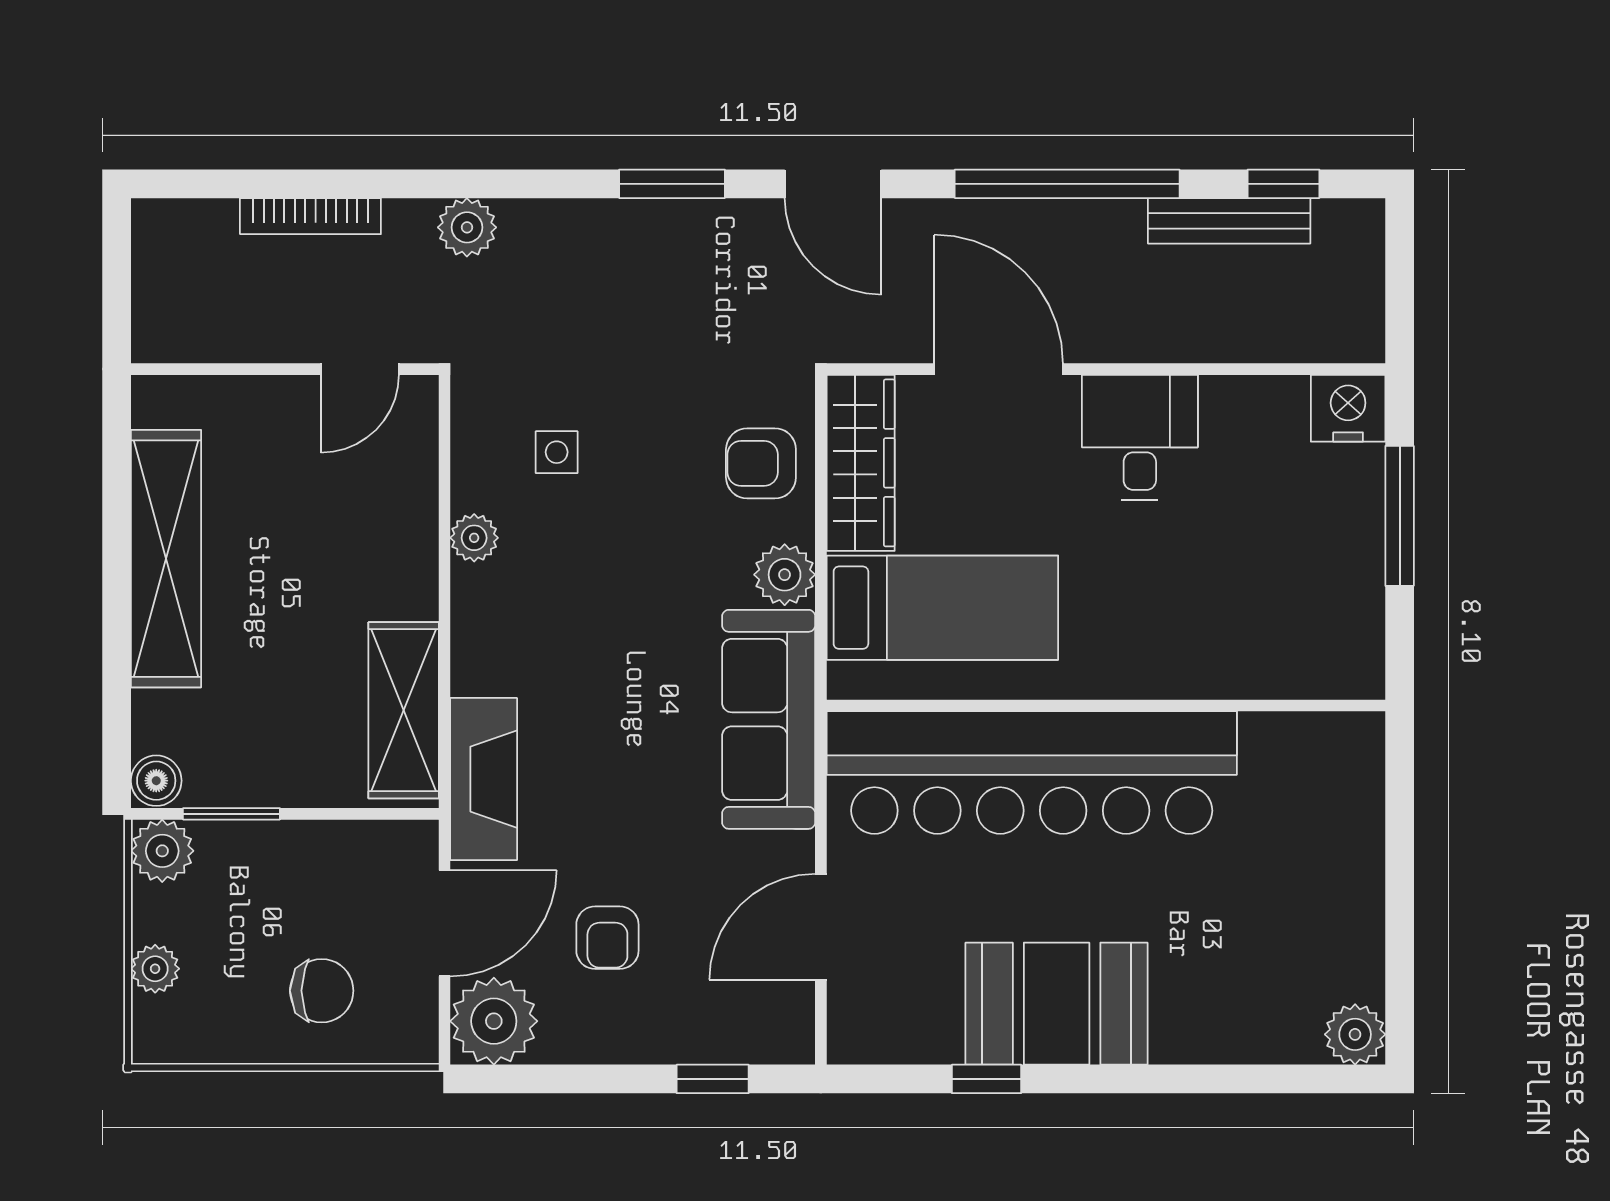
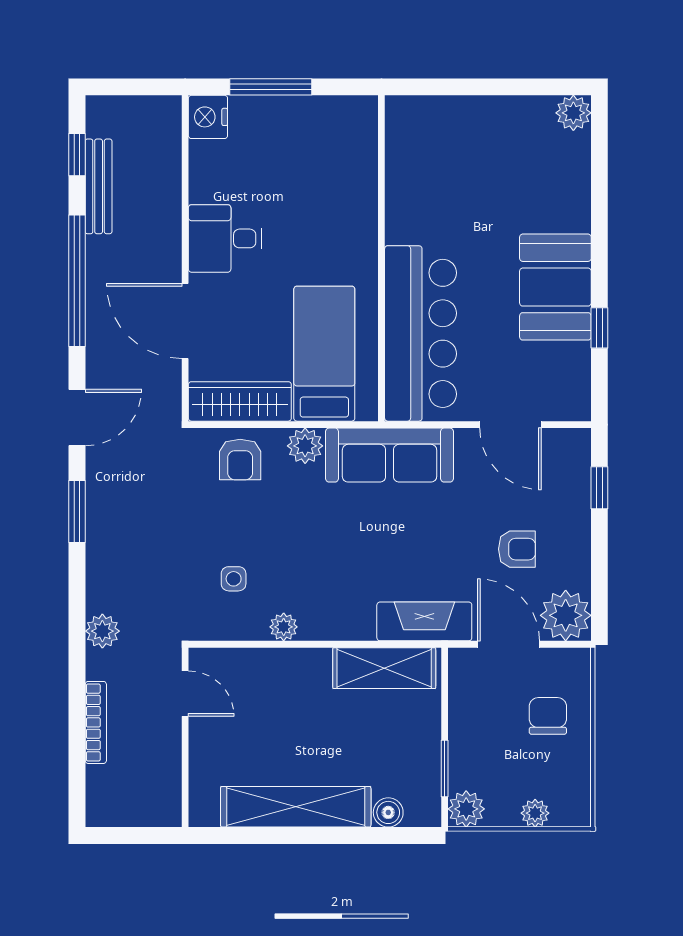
door: (998, 369) -> (185, 321), hinge flipped
bar counter: (1032, 773) -> (421, 333), width x0.73
boiler: (156, 781) -> (388, 812), moved

